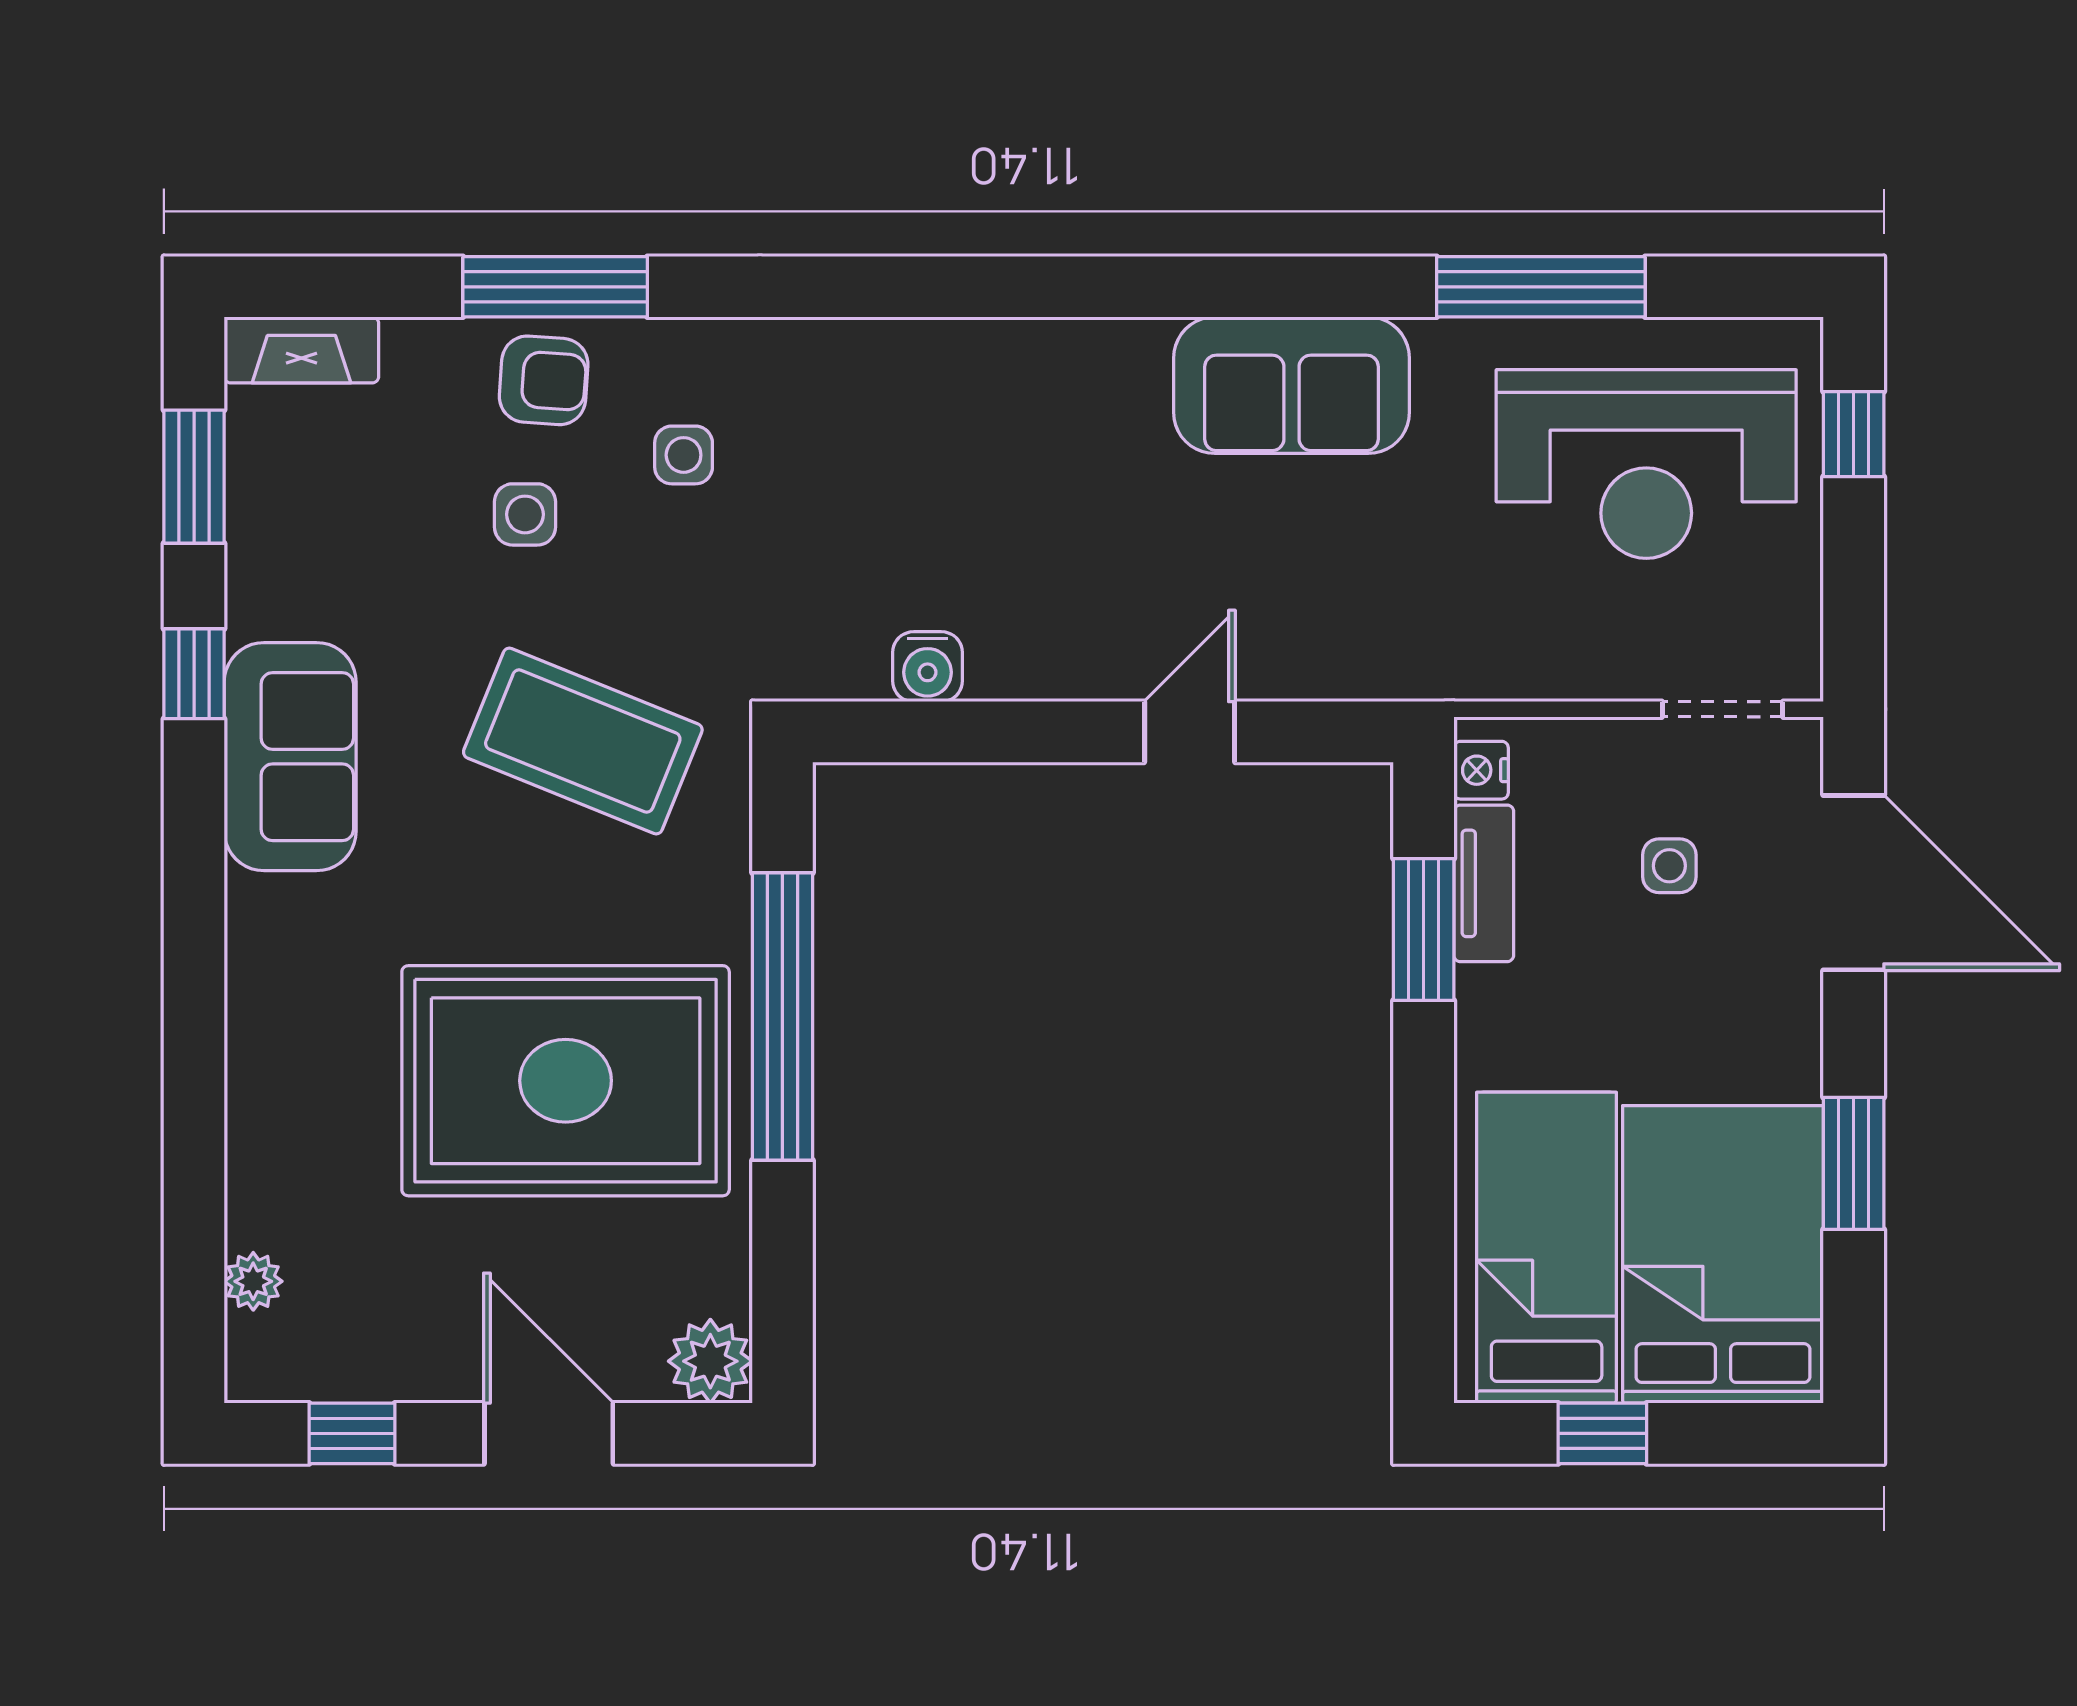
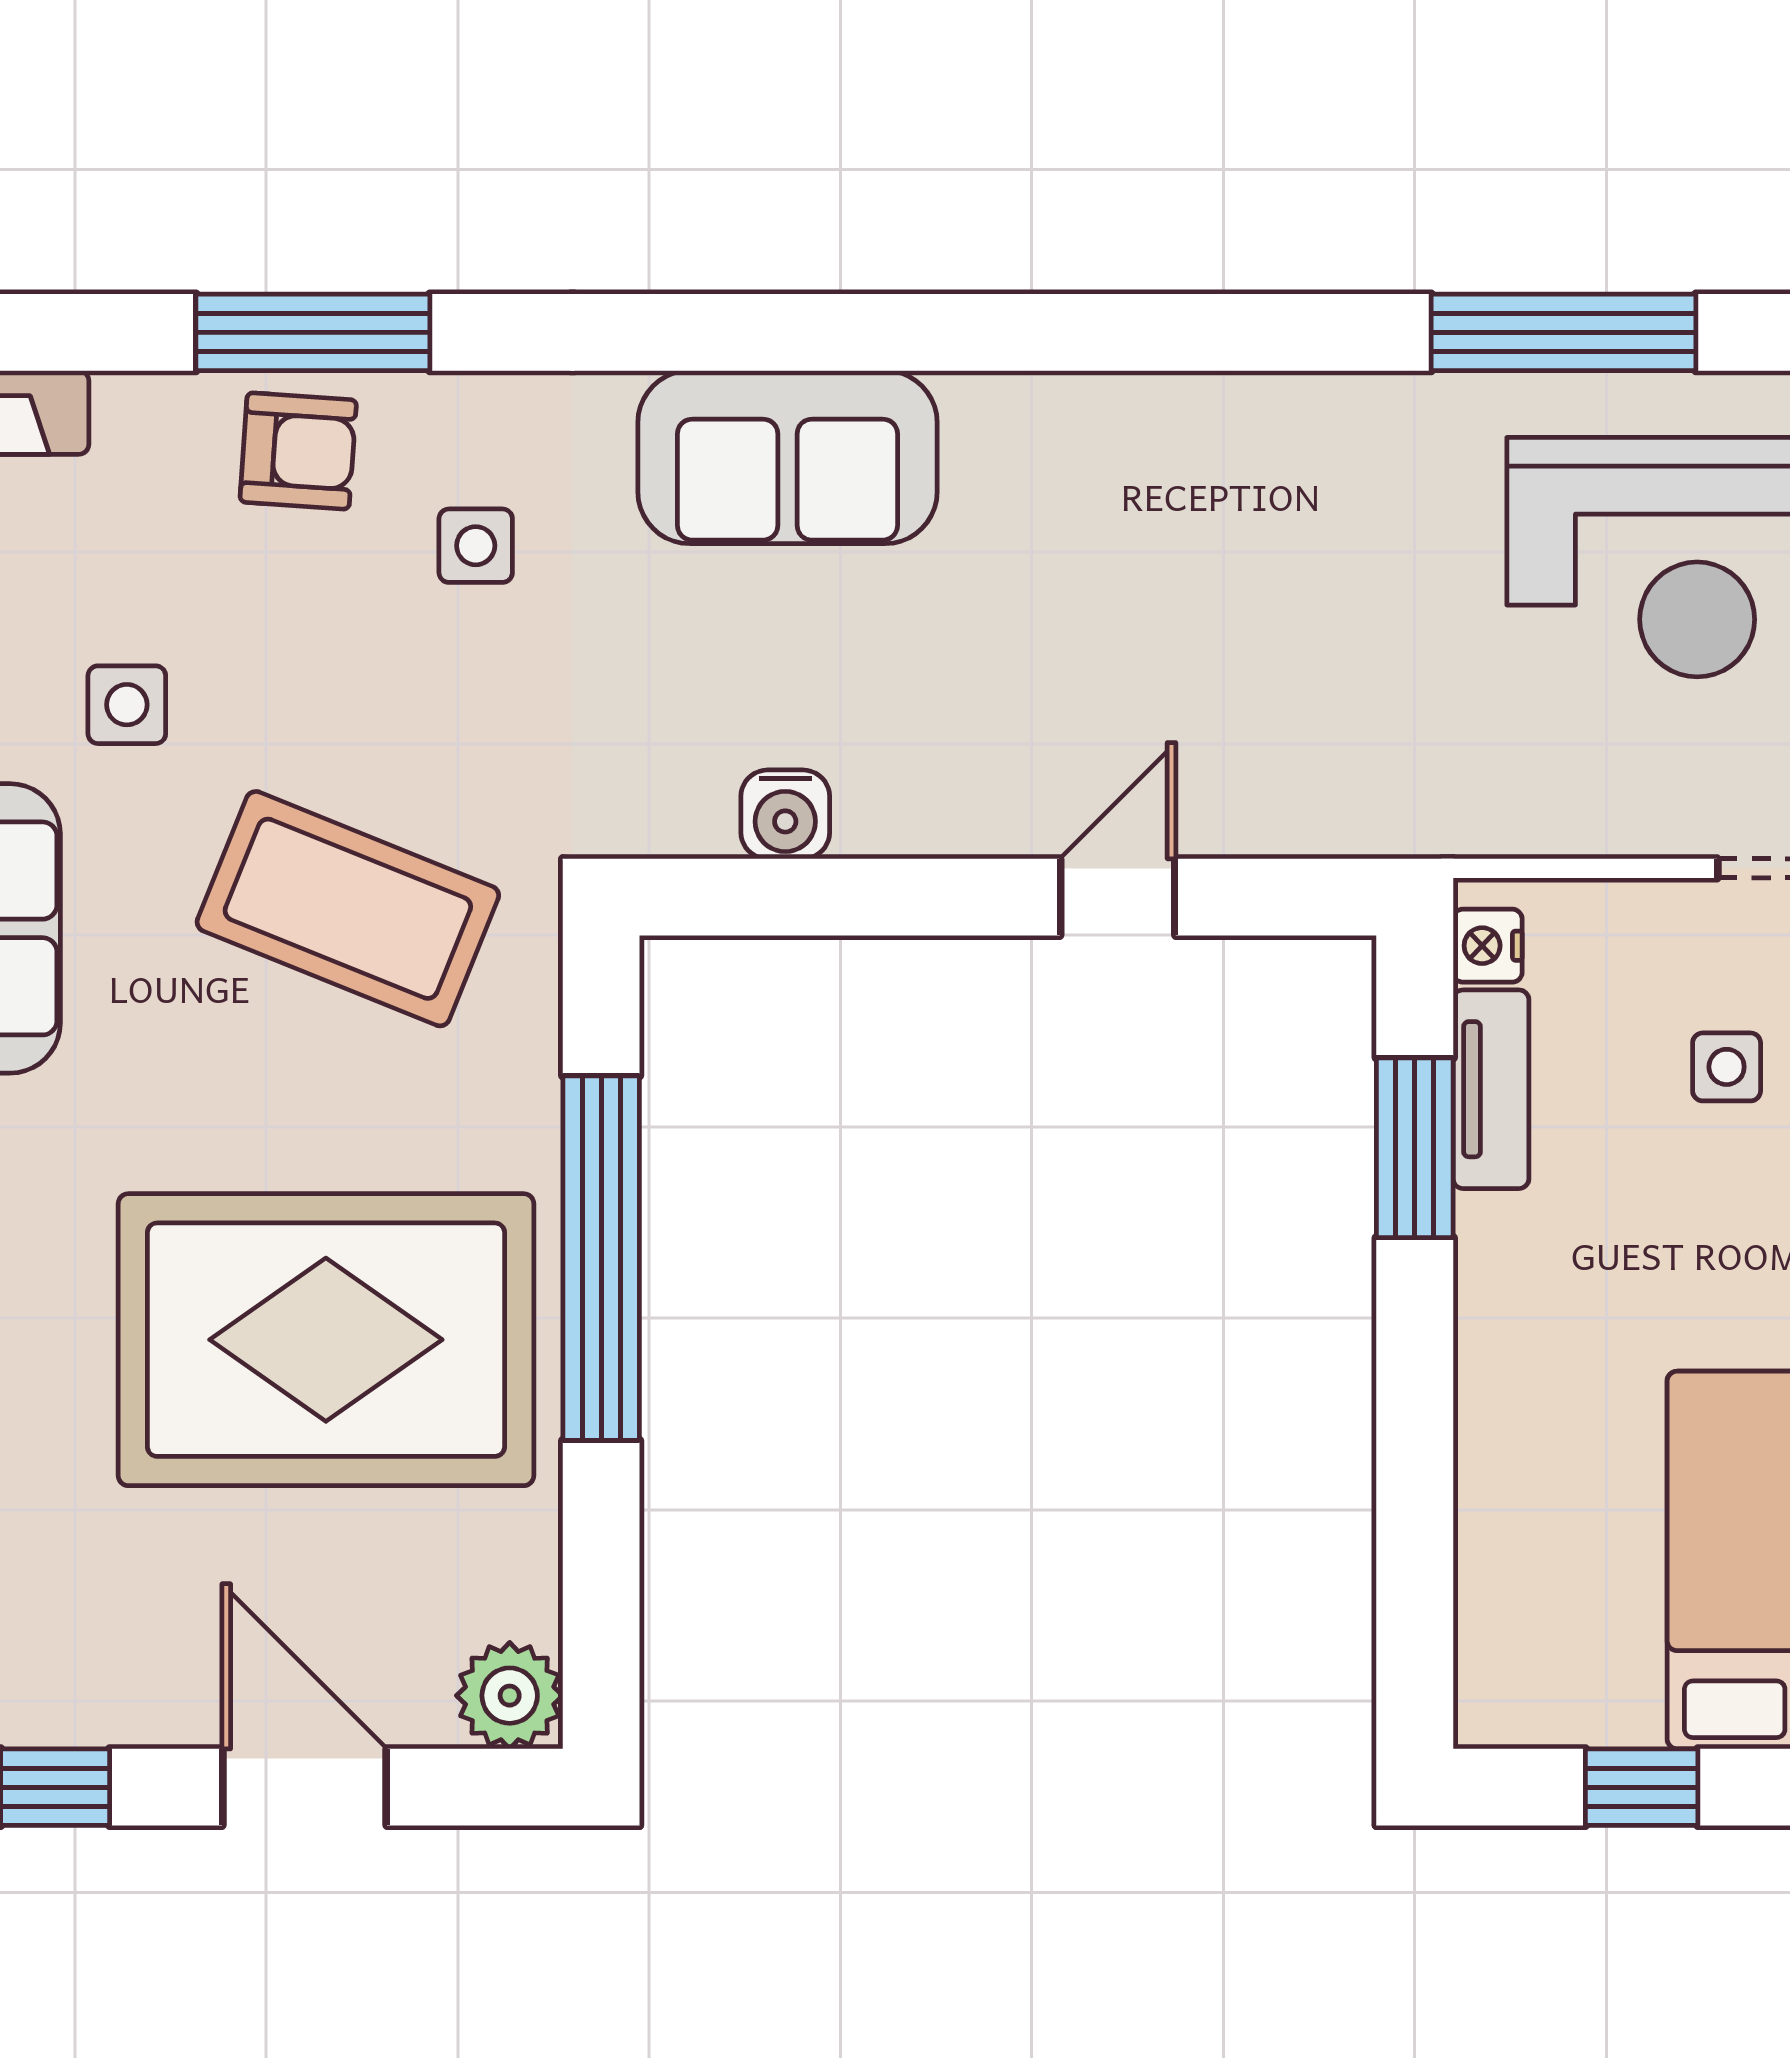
sofa: (1291, 385) -> (787, 457), moved
side table: (525, 514) -> (127, 705), moved
bed: (1547, 1248) -> (1571, 1552), removed

